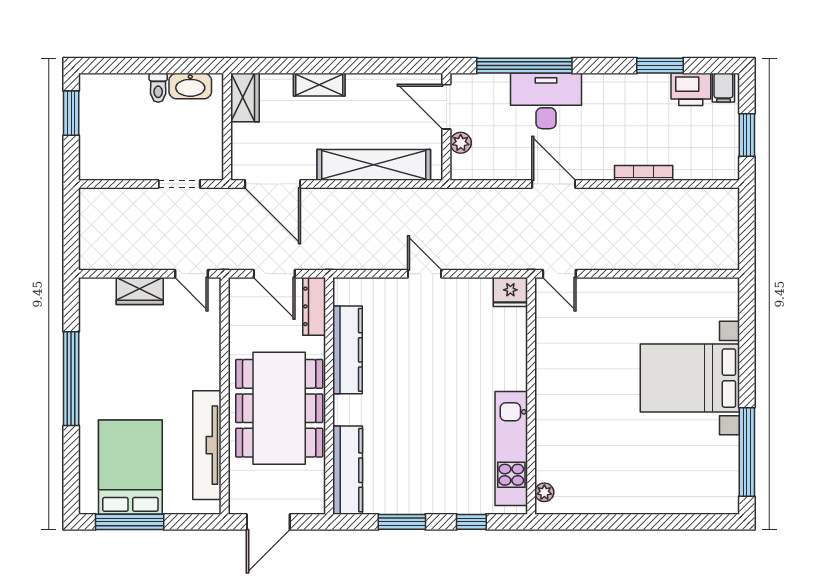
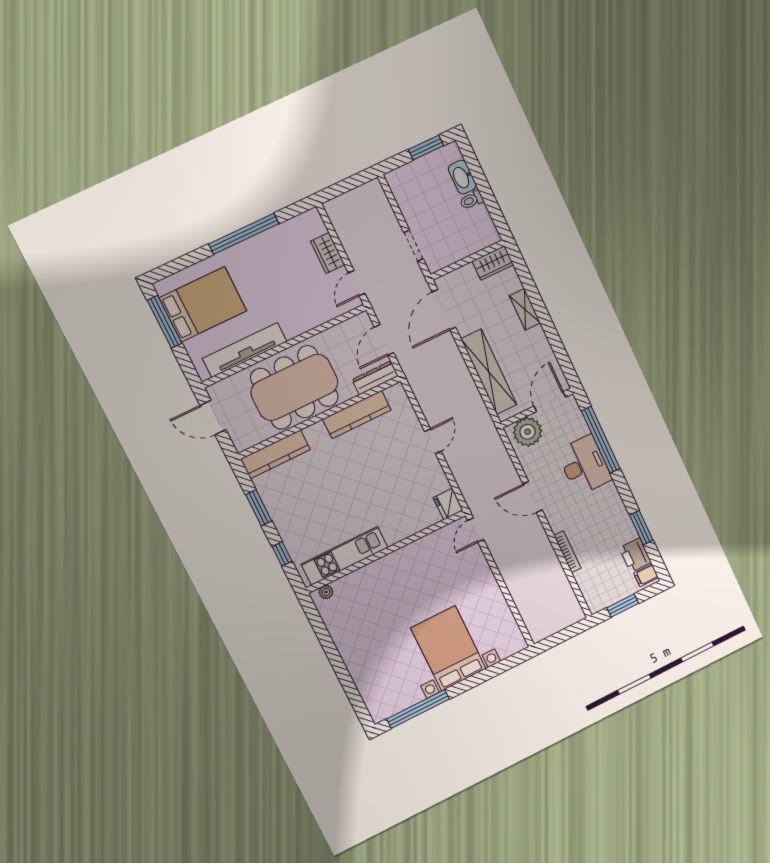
washbasin: (190, 86) -> (462, 177), moved
plant: (461, 143) -> (528, 432), width x1.87, depth x1.87
door: (554, 184) -> (533, 497), swing flipped

